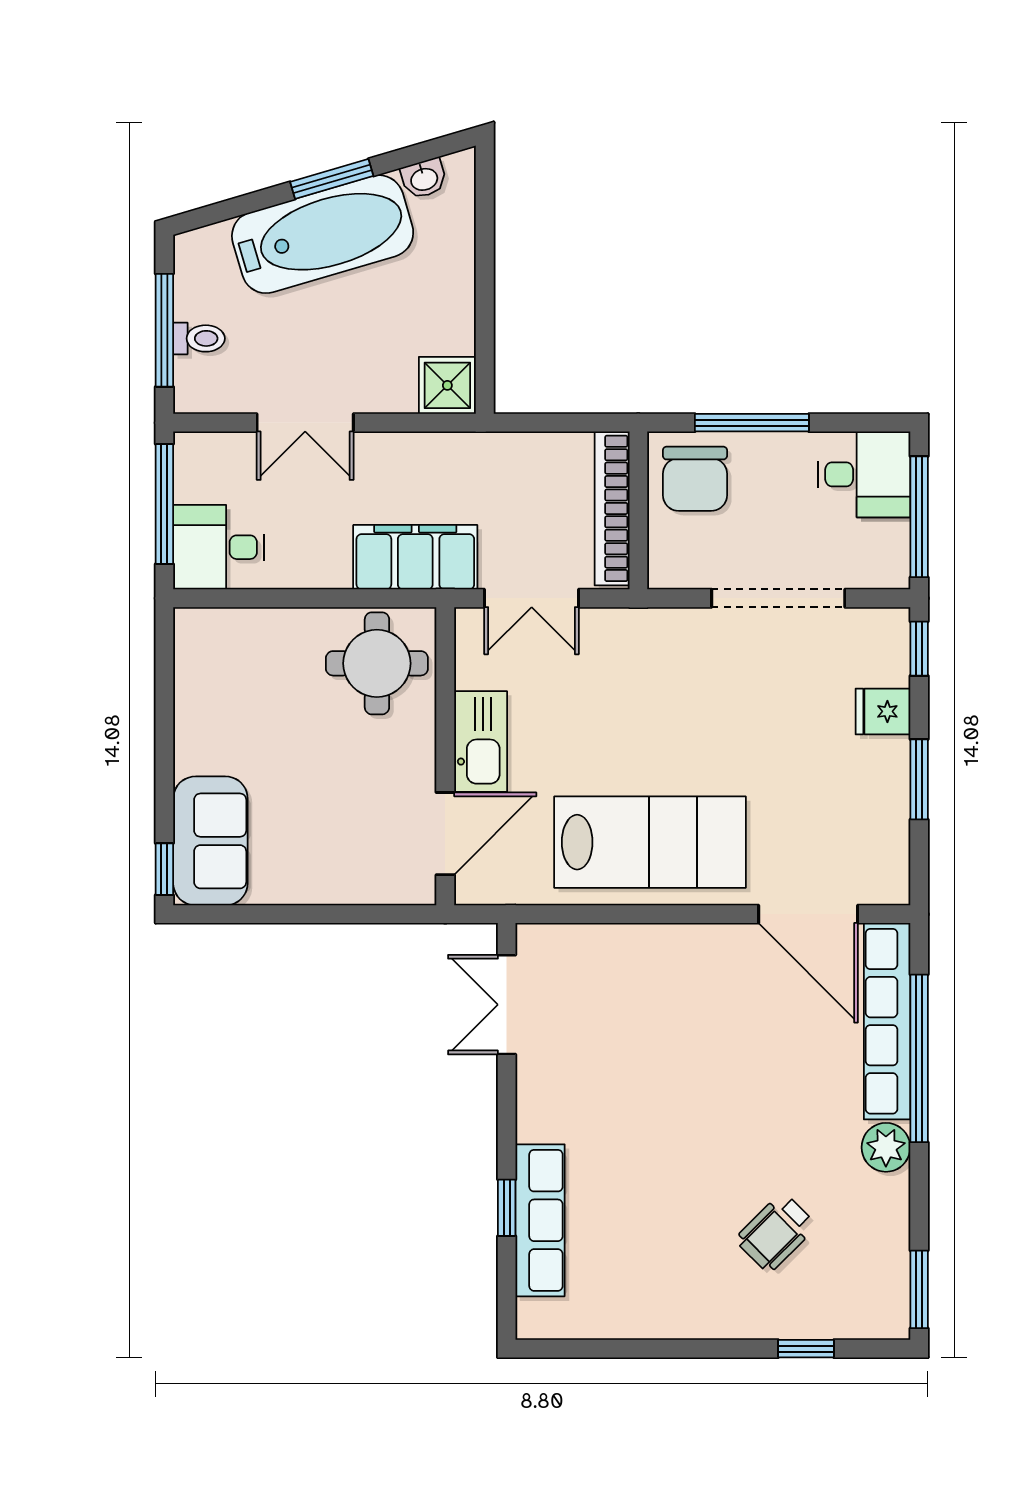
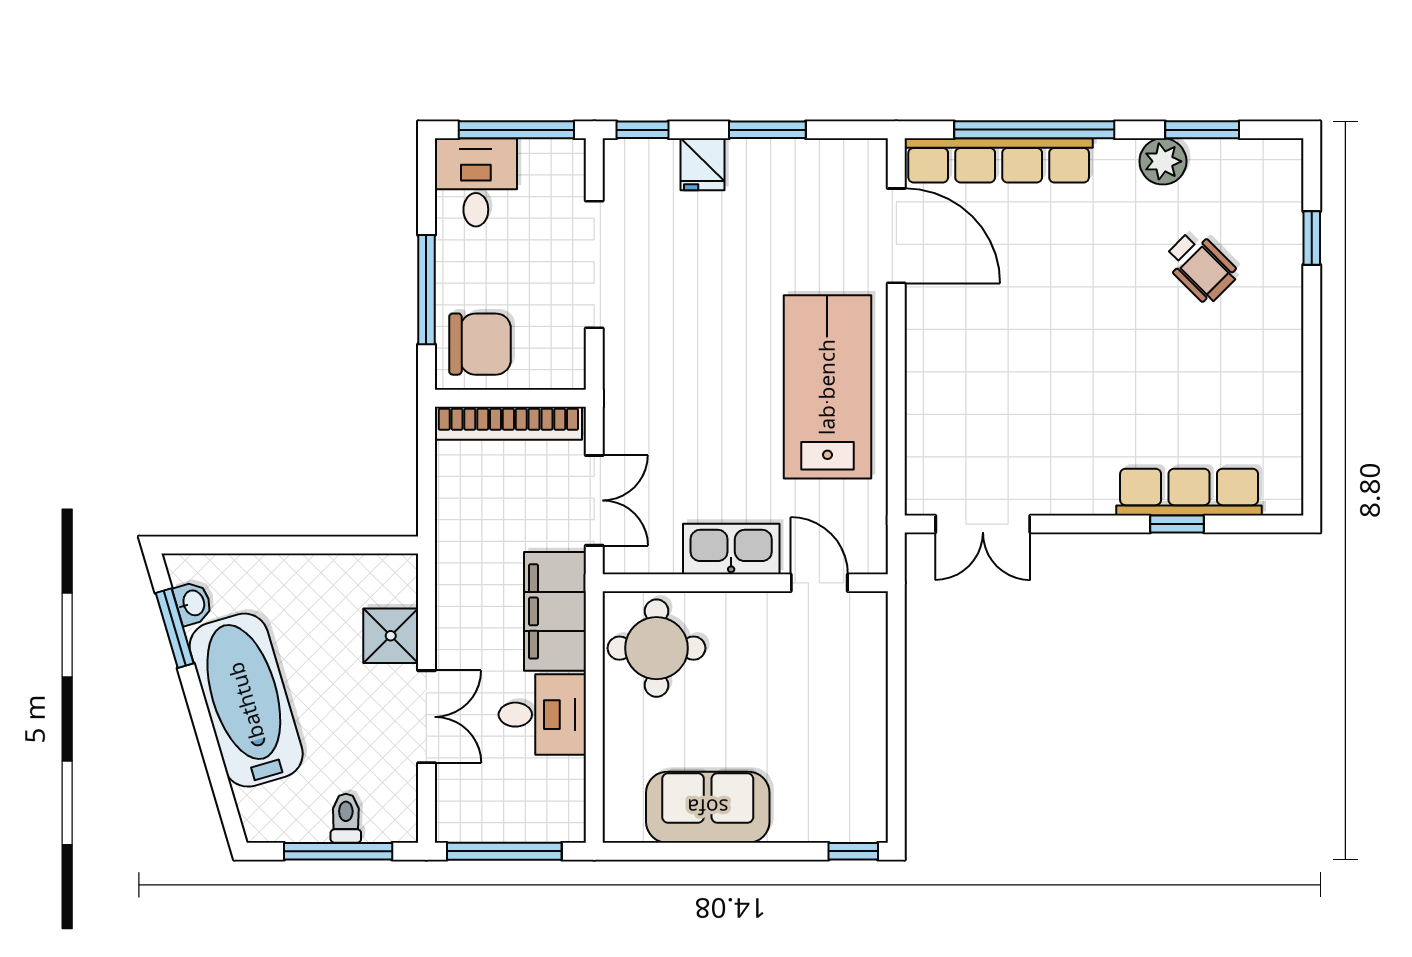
window: (332, 179) -> (175, 628), moved
shower: (447, 385) -> (391, 636), moved
desk: (219, 547) -> (542, 715), moved, turned -90
door: (445, 834) -> (819, 583), width x0.73
sofa: (210, 841) -> (708, 807), moved
door: (808, 914) -> (896, 236), hinge flipped
plant: (886, 1147) -> (1163, 161), moved
window: (919, 1289) -> (1202, 130), moved

